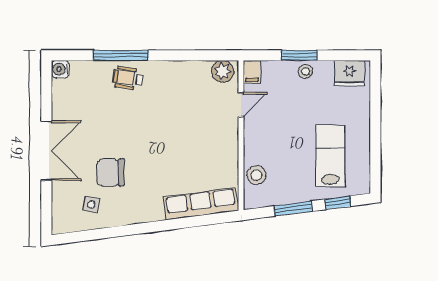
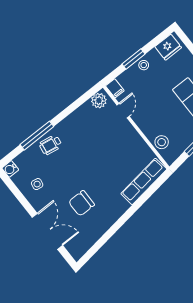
double door: (46, 151) -> (47, 231), moved
side table: (91, 204) -> (37, 184), moved

